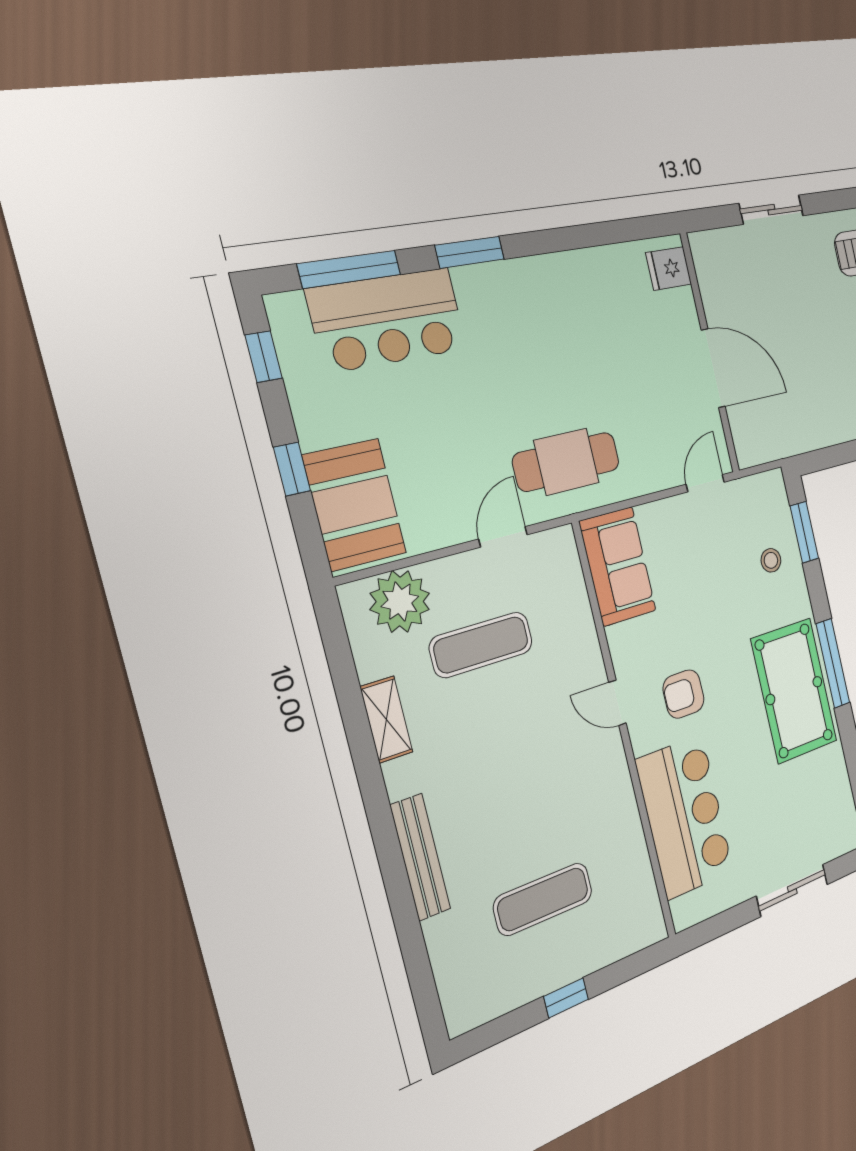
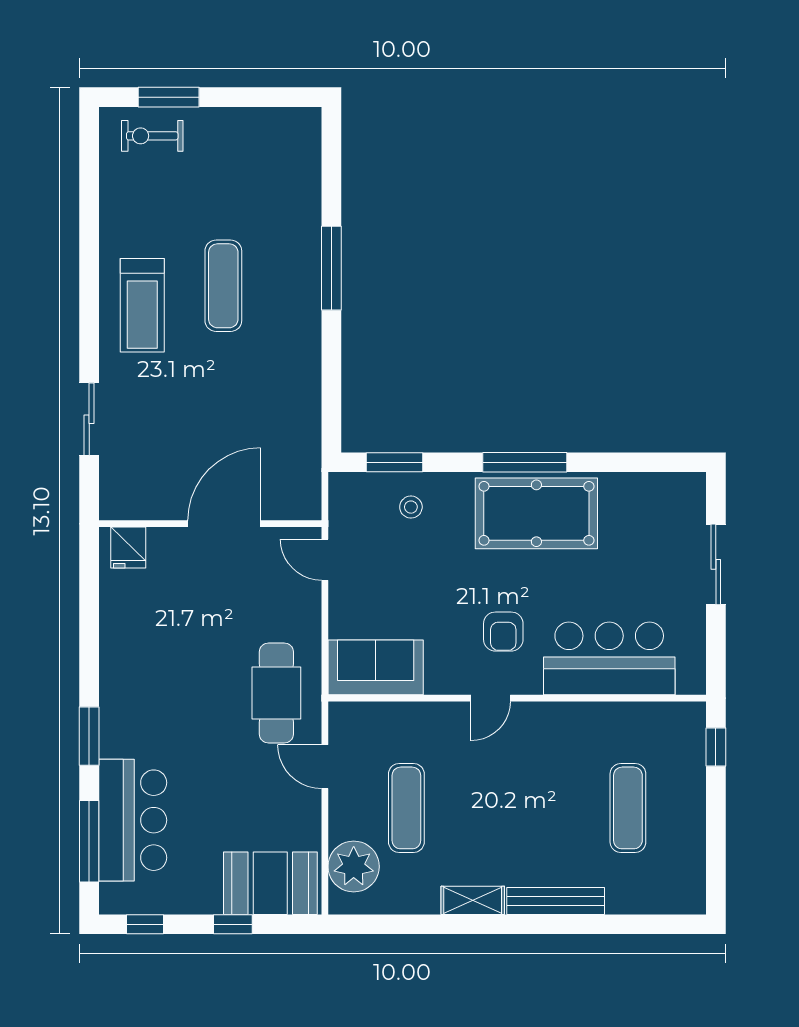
shelving: (387, 720) -> (473, 900), moved
window: (566, 998) -> (716, 747), moved

